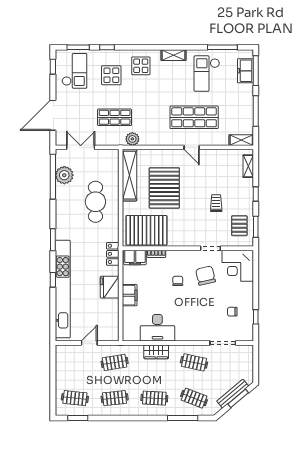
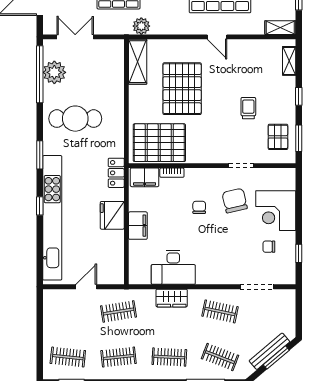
shelving: (130, 175) -> (138, 62), width x0.68
cafe table: (95, 202) -> (75, 119), moved, turned 90
corner desk: (238, 266) -> (276, 211), moved

